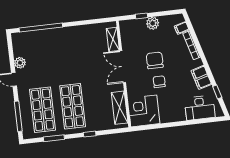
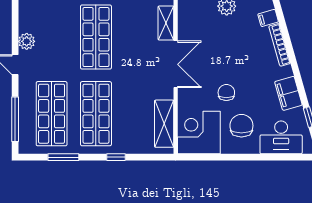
shop shelf: (67, 54) -> (96, 37), added
chair: (155, 60) -> (241, 126), moved
double door: (123, 67) -> (176, 64), swing flipped

